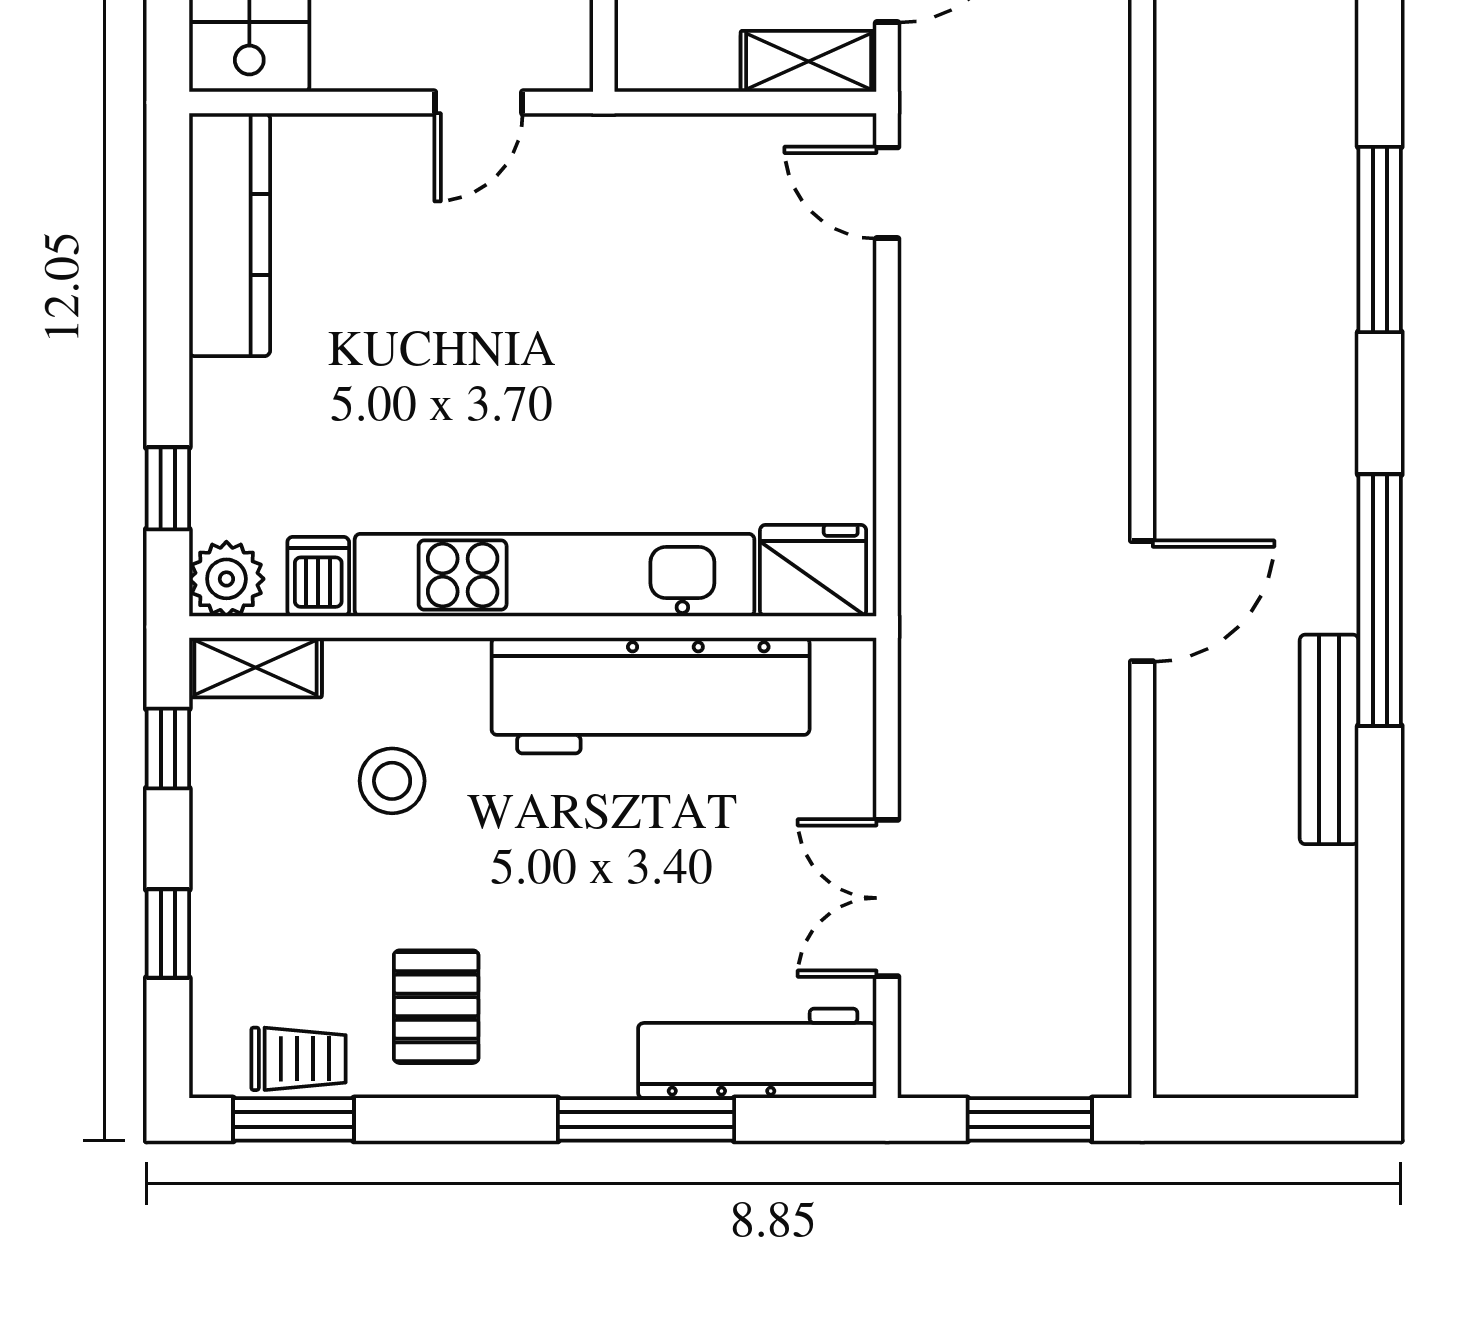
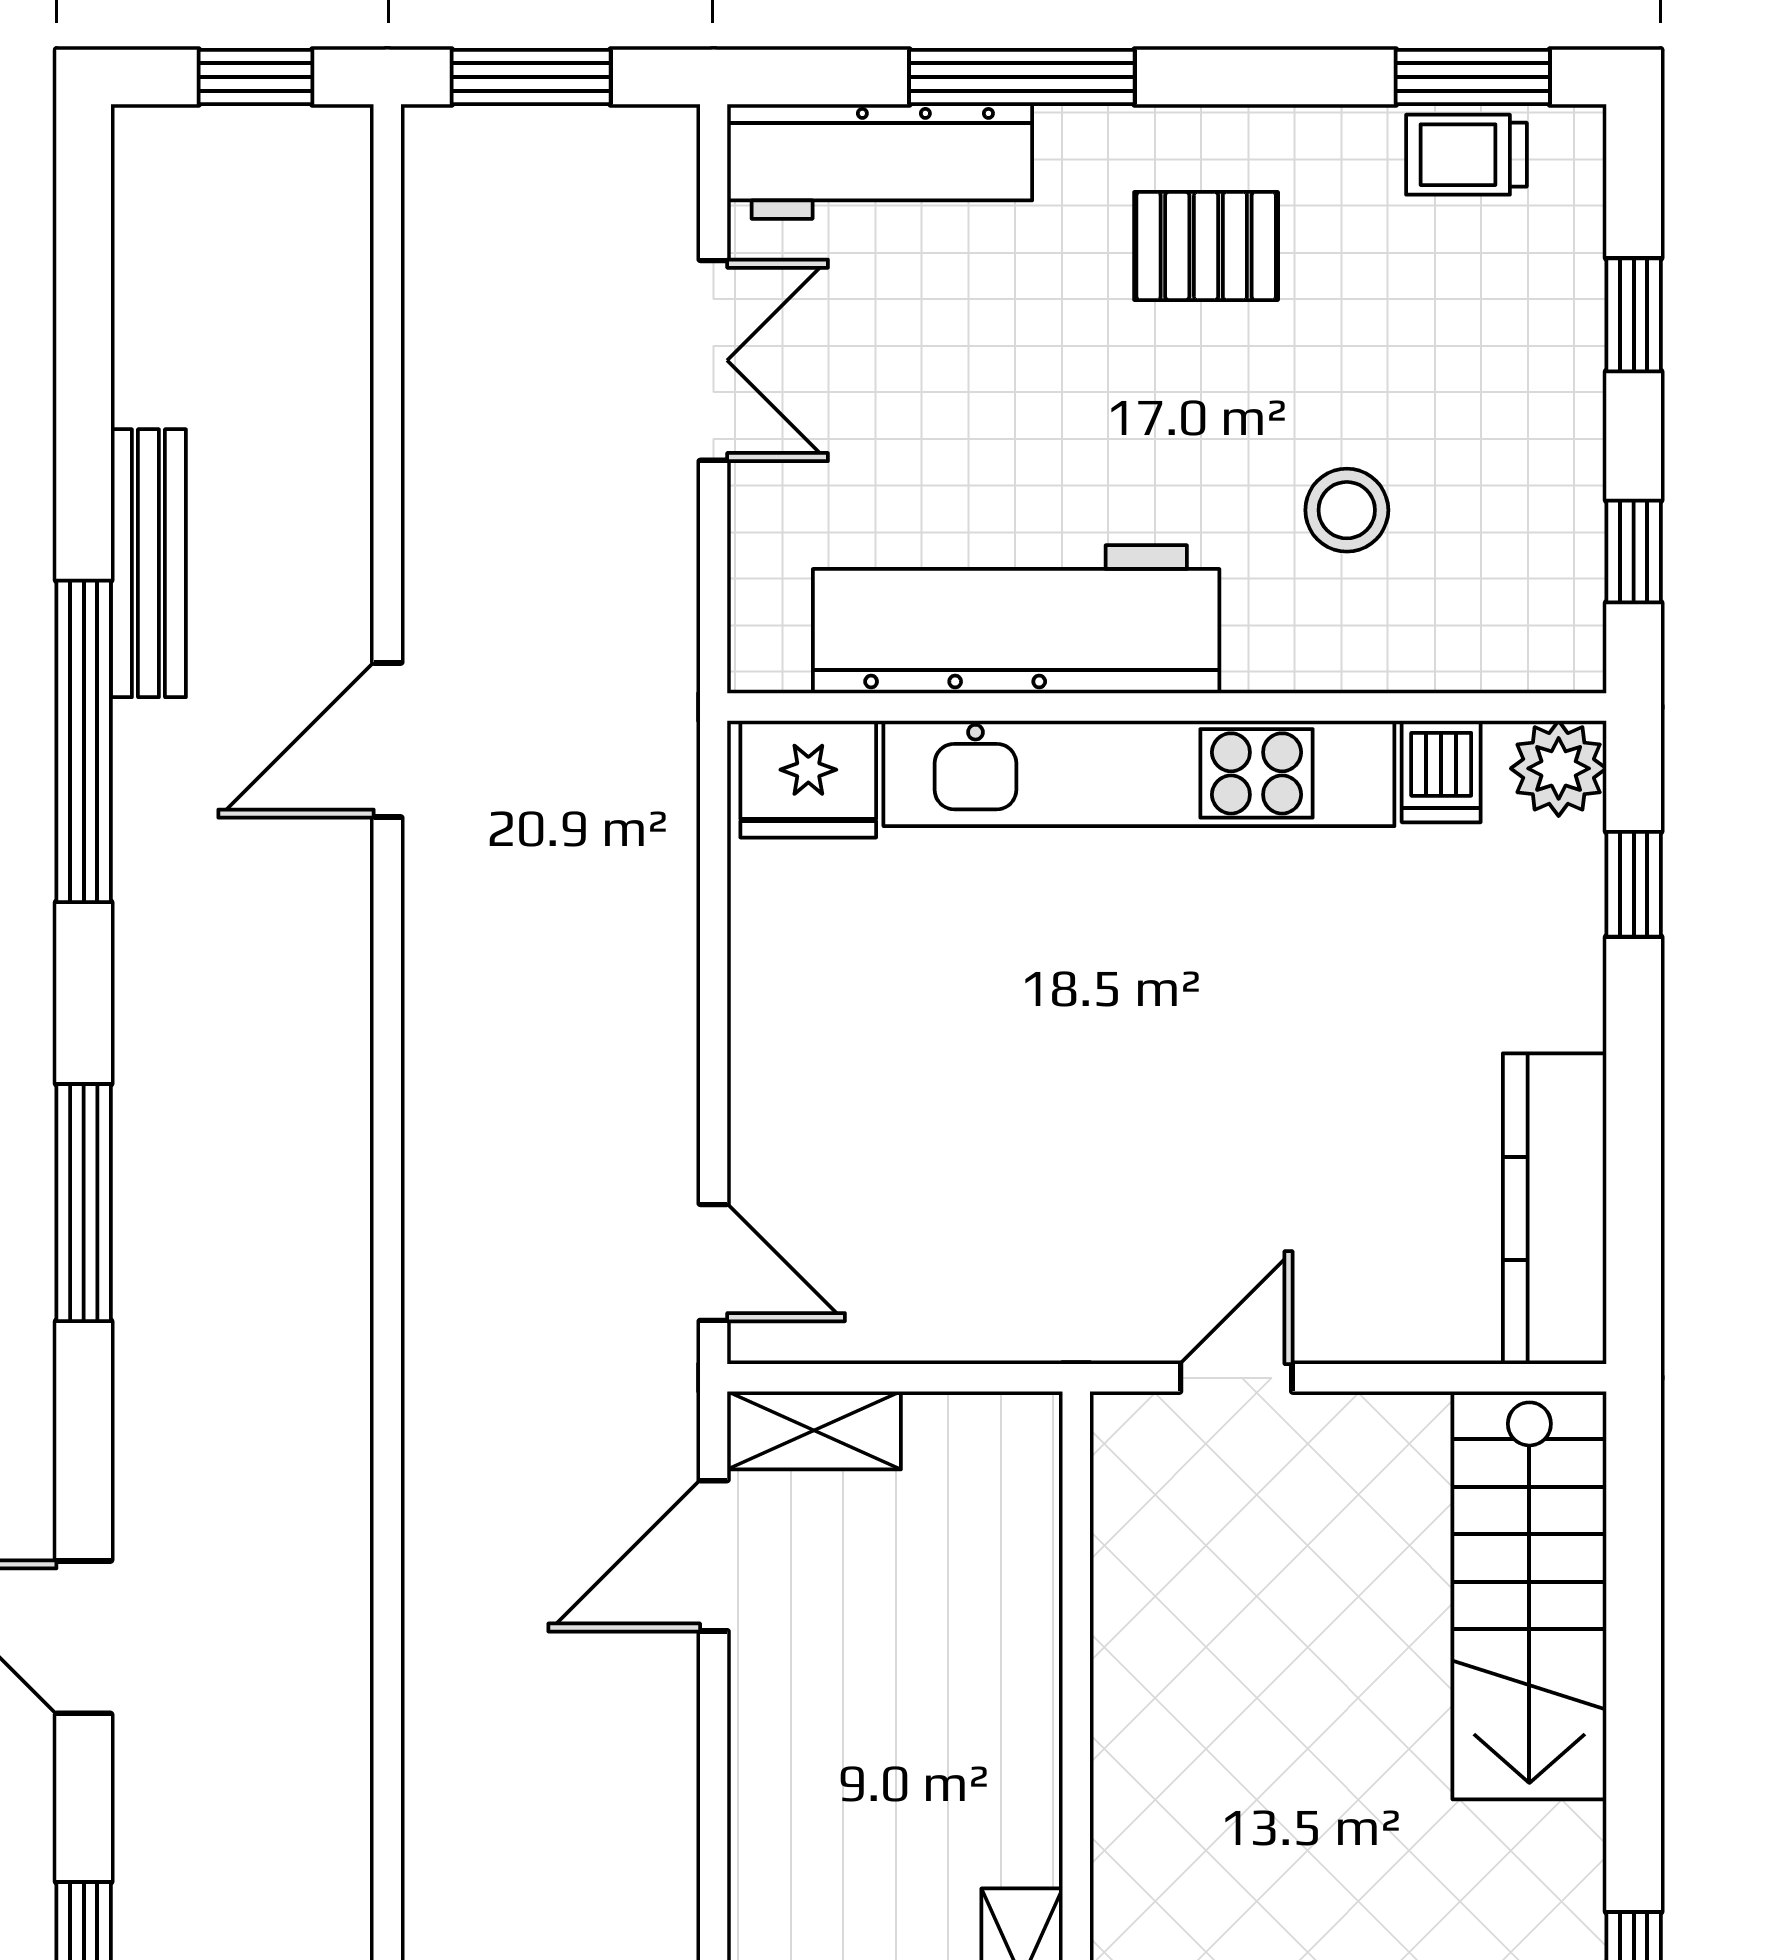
shelving: (255, 667) -> (1521, 655), removed
pallet: (436, 1007) -> (1206, 246), moved, turned 90
window: (1245, 1119) -> (256, 77), added

